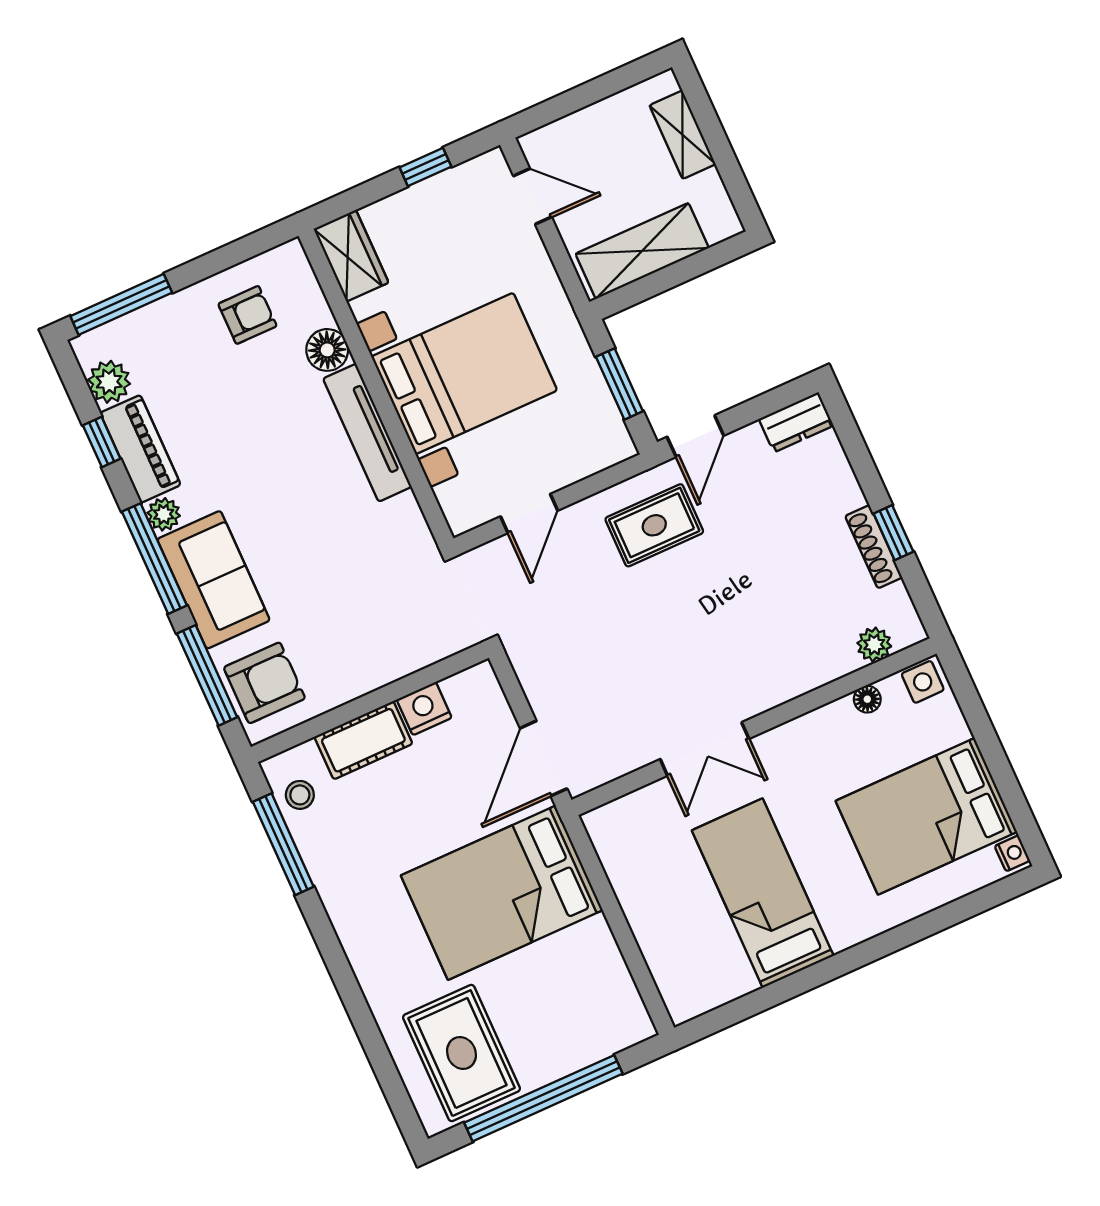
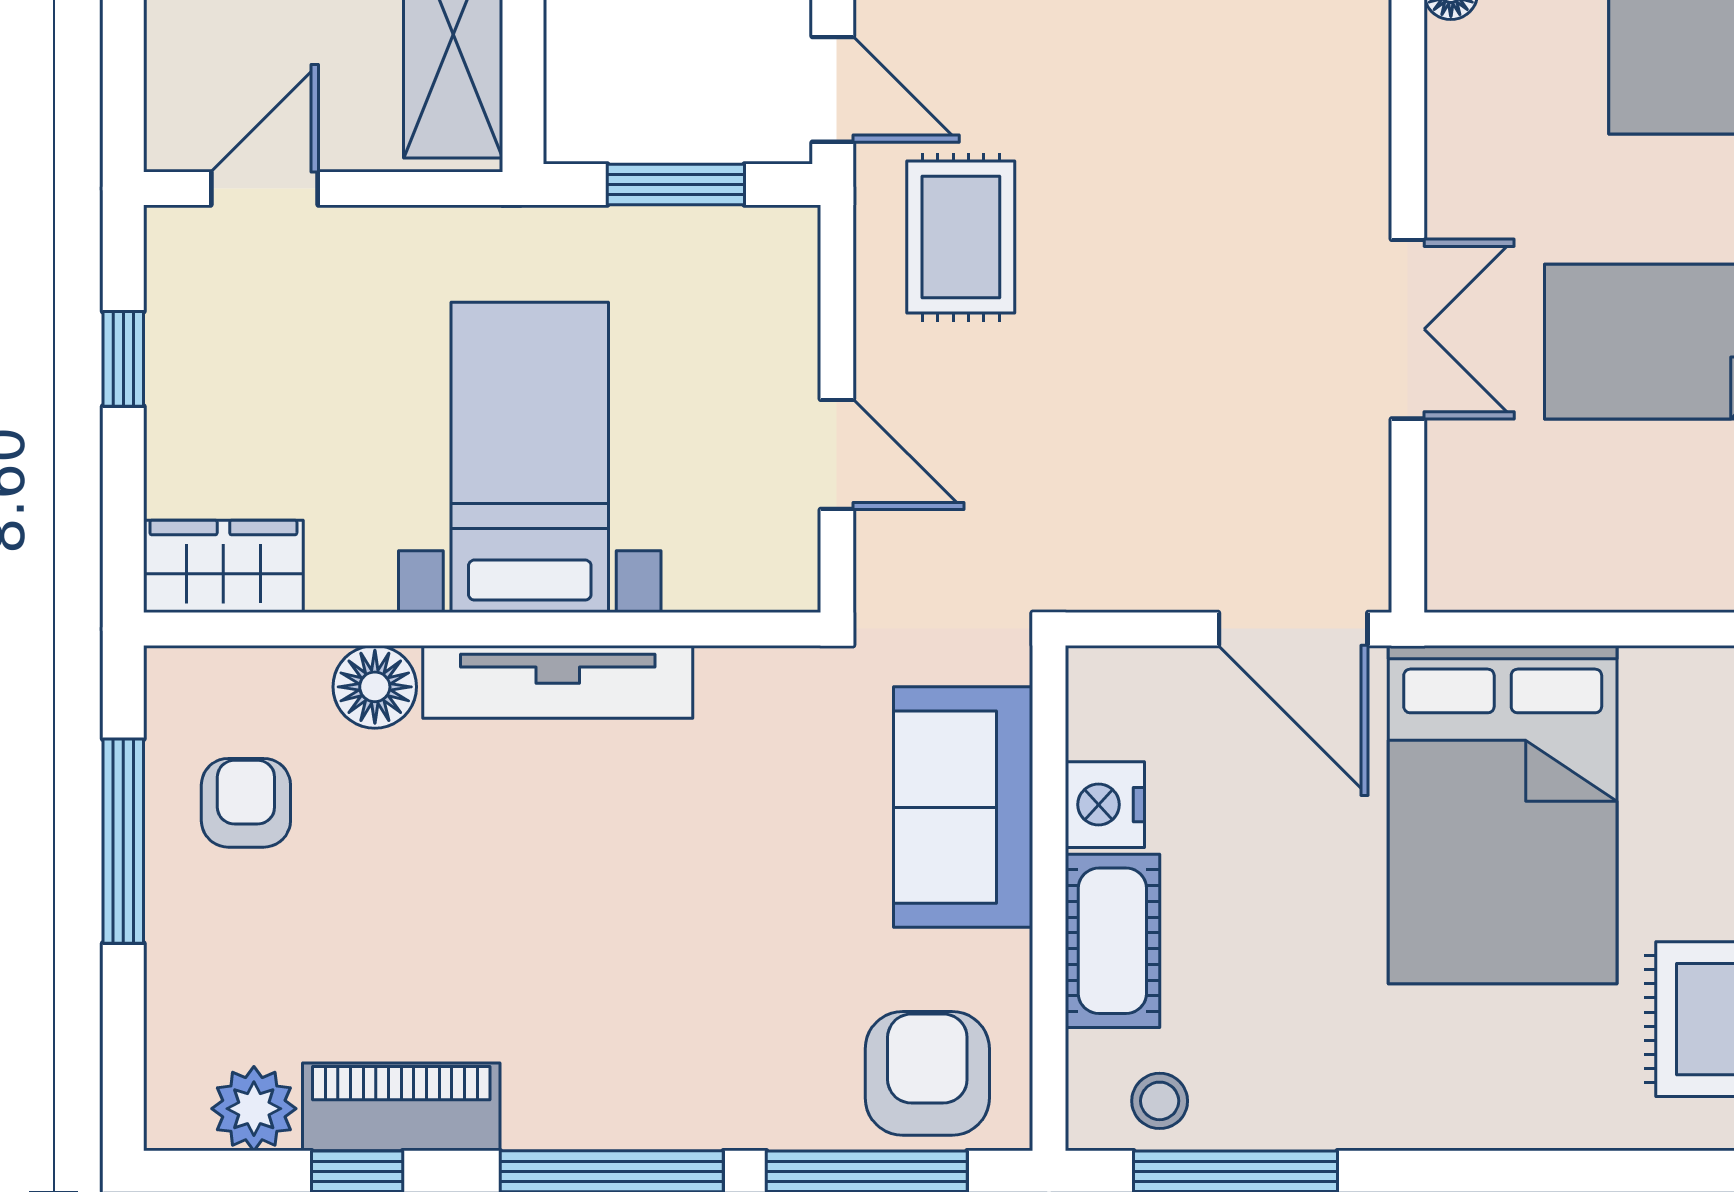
window: (121, 304) -> (123, 841), moved
bed with nightstands: (464, 373) -> (530, 457), width x0.73
plant: (164, 514) -> (539, 1118), removed
sofa: (214, 580) -> (963, 807), moved, turned -90

